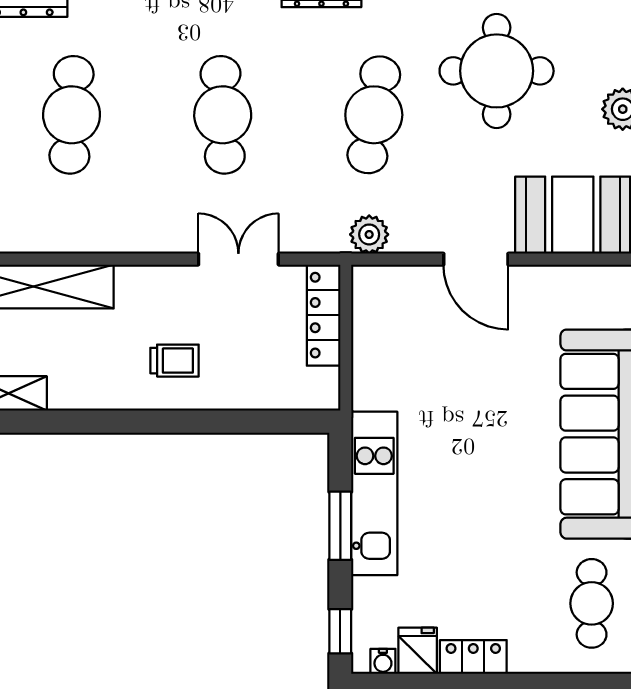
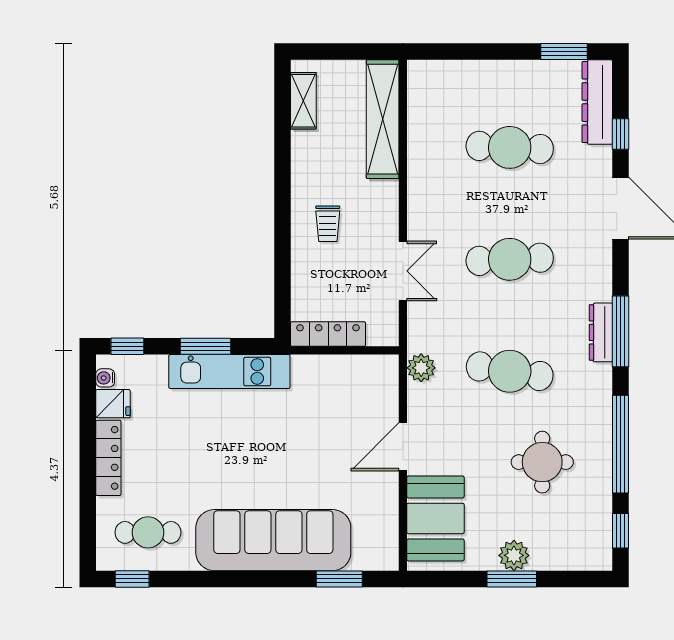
round table: (497, 71) -> (542, 462), width x0.73, depth x0.73
locker: (324, 315) -> (328, 334), moved
locker: (473, 657) -> (108, 458), width x1.53

